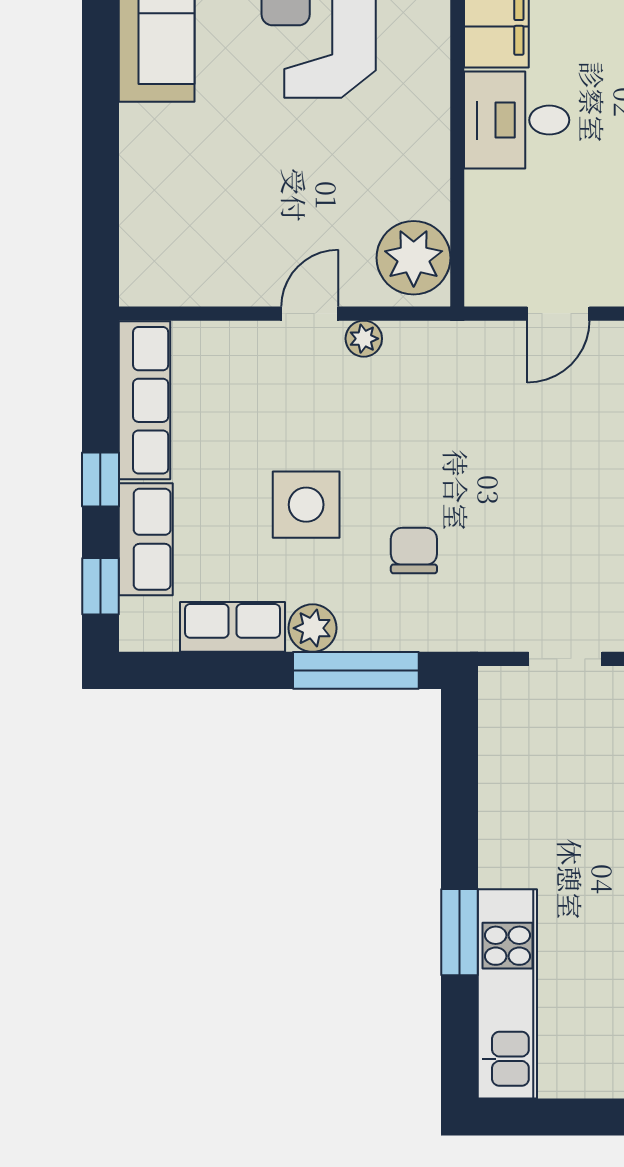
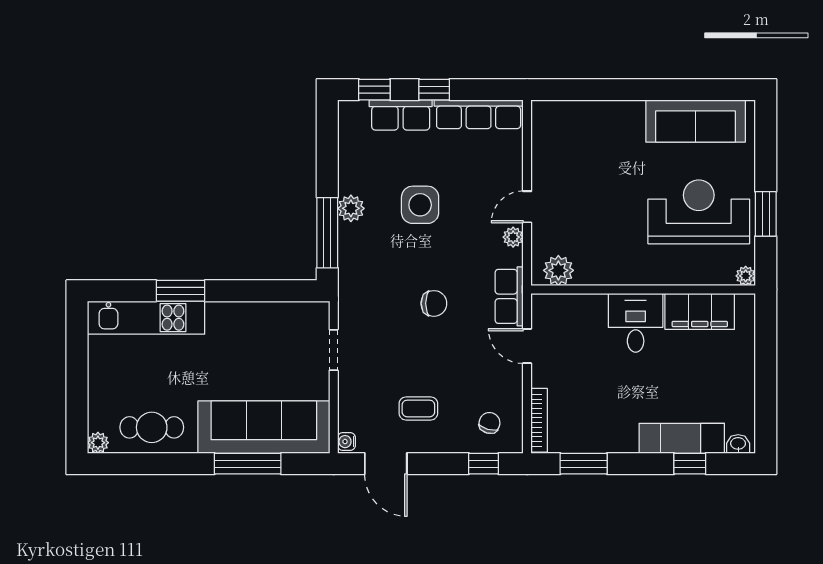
plant: (414, 258) -> (558, 270), width x0.73, depth x0.73
door: (310, 314) -> (527, 207), swing flipped
chair: (414, 551) -> (434, 303), moved
row of seats: (232, 627) -> (509, 296), moved, turned 180

